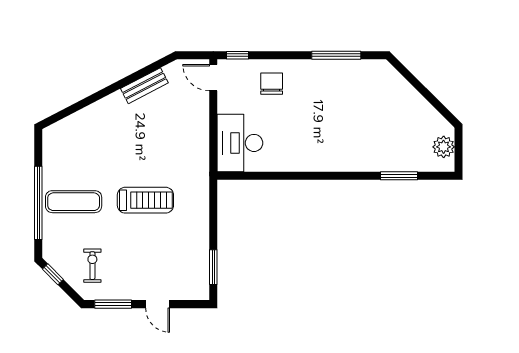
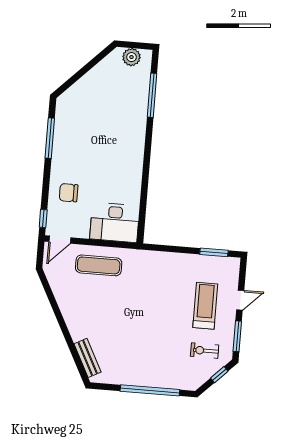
bench: (144, 86) -> (88, 358), moved
window: (399, 176) -> (152, 95), width x1.44
treadmill: (145, 200) -> (205, 306), moved
exercise mat: (74, 202) -> (99, 265), moved, turned 90
window: (53, 274) -> (219, 375), moved

